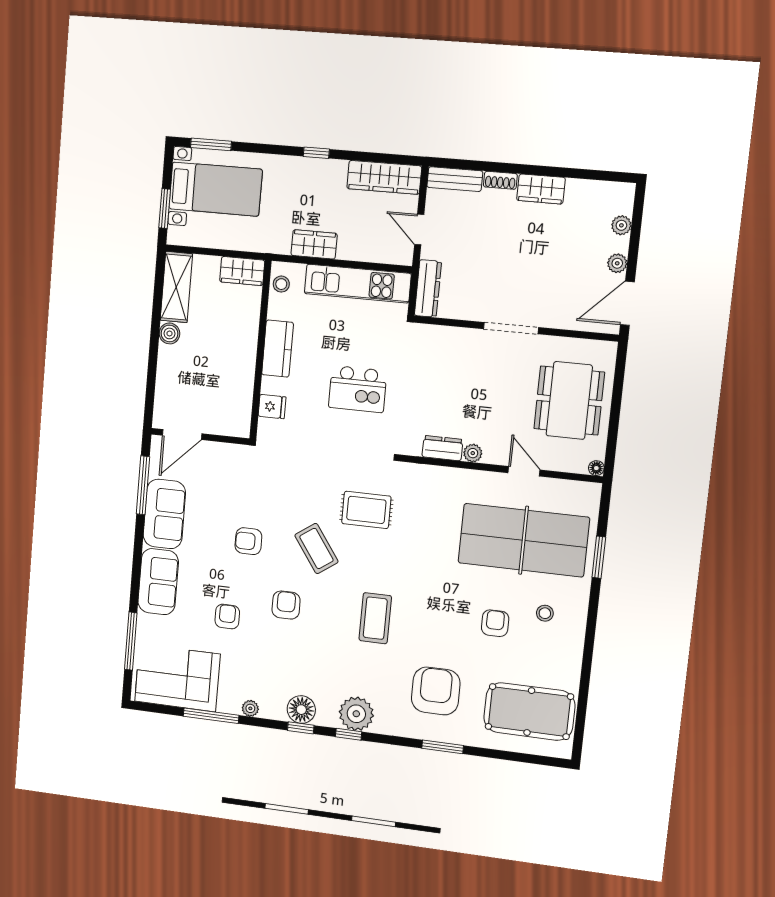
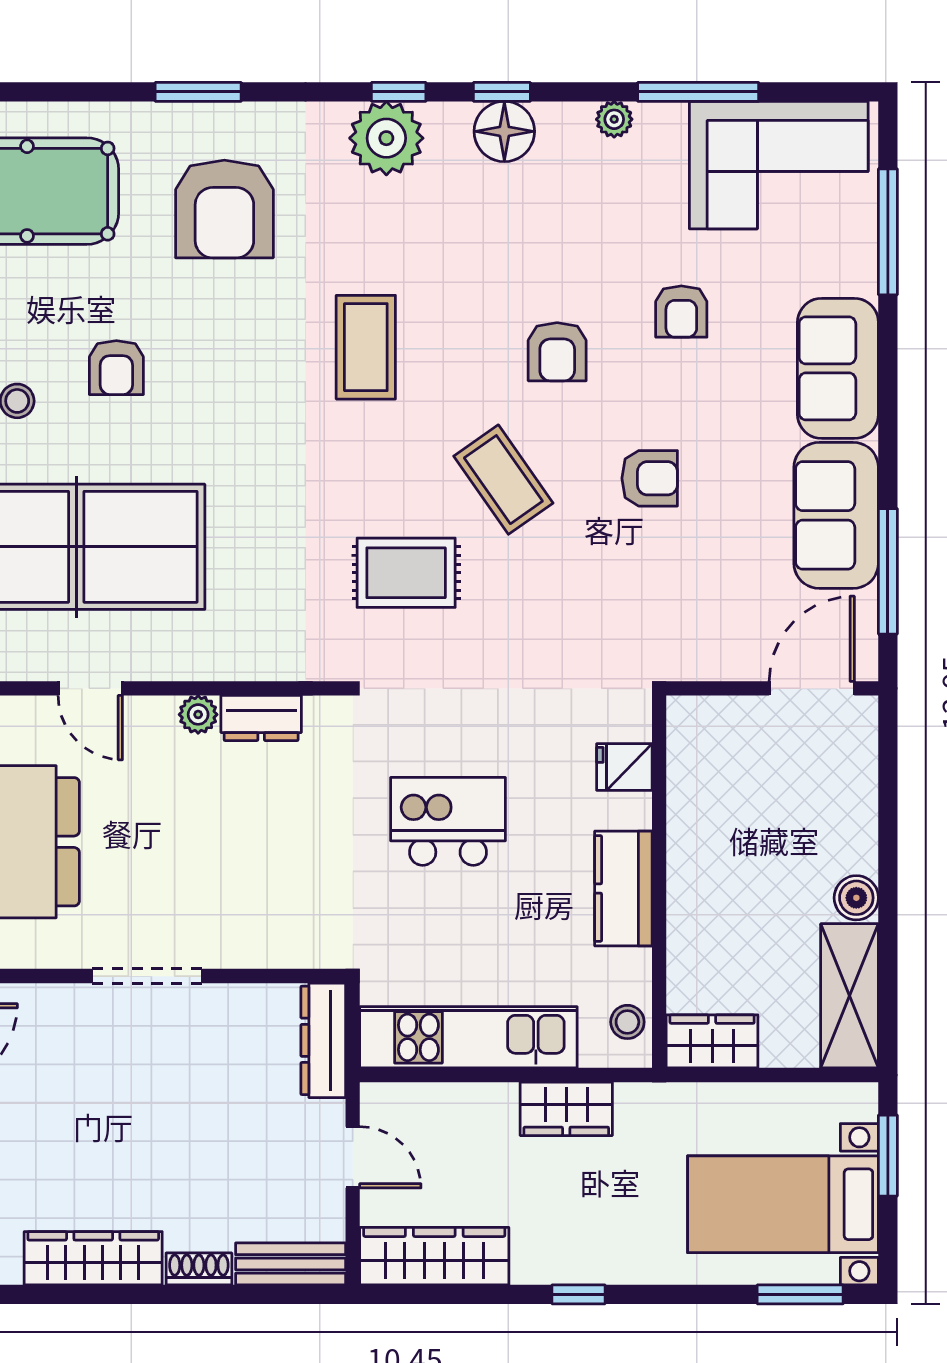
wardrobe: (541, 189) -> (93, 1258), width x1.50

